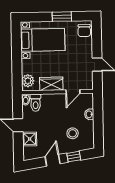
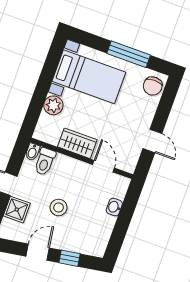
window: (62, 17) -> (129, 54), width x1.44
plant: (28, 81) -> (53, 105), moved
door: (73, 92) -> (104, 166), swing flipped
stool: (73, 133) -> (59, 207), moved

